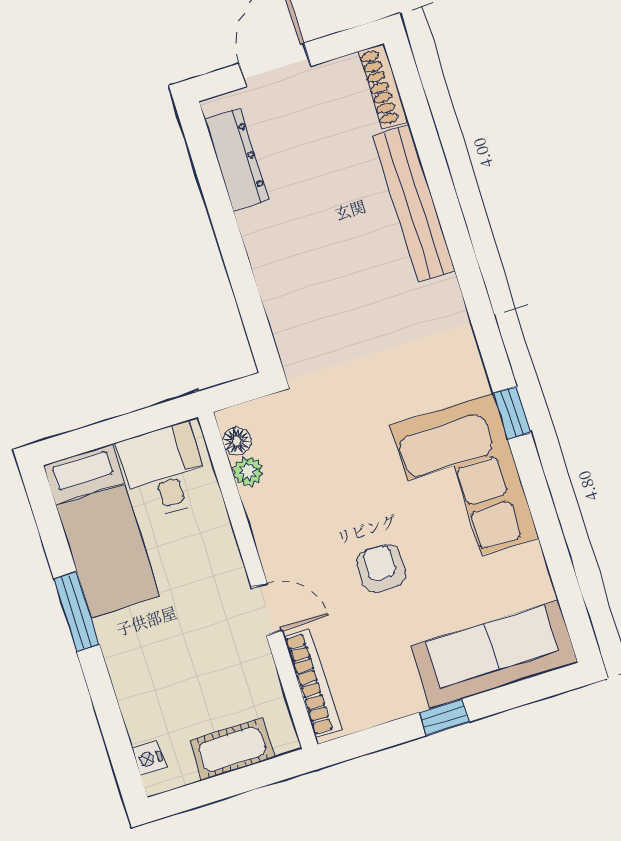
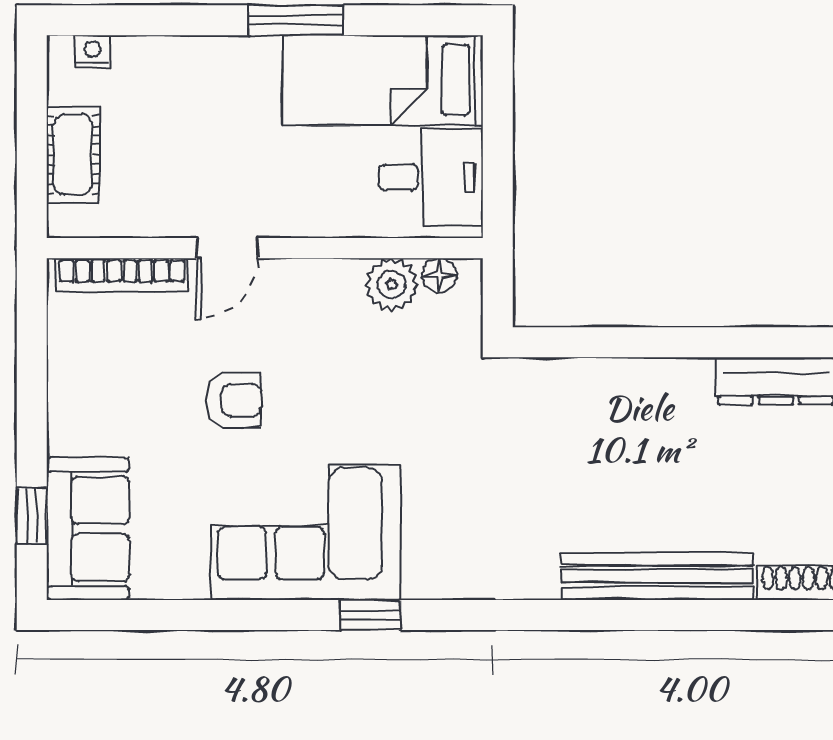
plant: (248, 471) -> (392, 284), width x1.38, depth x1.38
sofa: (494, 654) -> (88, 529), width x0.73
window: (444, 717) -> (32, 516), moved

